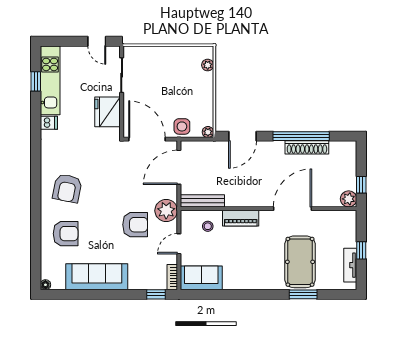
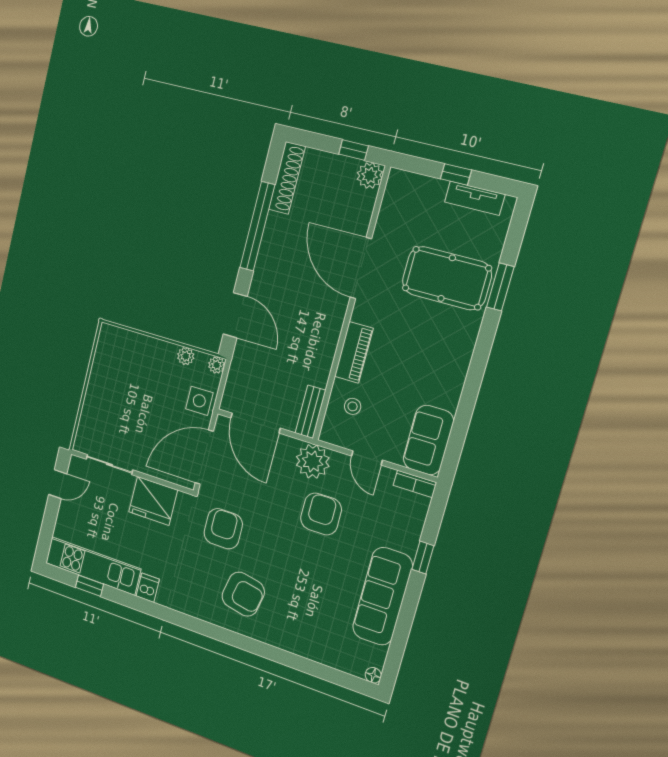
plant: (208, 65) -> (186, 356), moved
shoe rack: (307, 147) -> (287, 178), moved
bench: (202, 201) -> (311, 412), width x0.73
armchair: (66, 234) -> (223, 529), moved
window: (156, 294) -> (423, 558), moved

